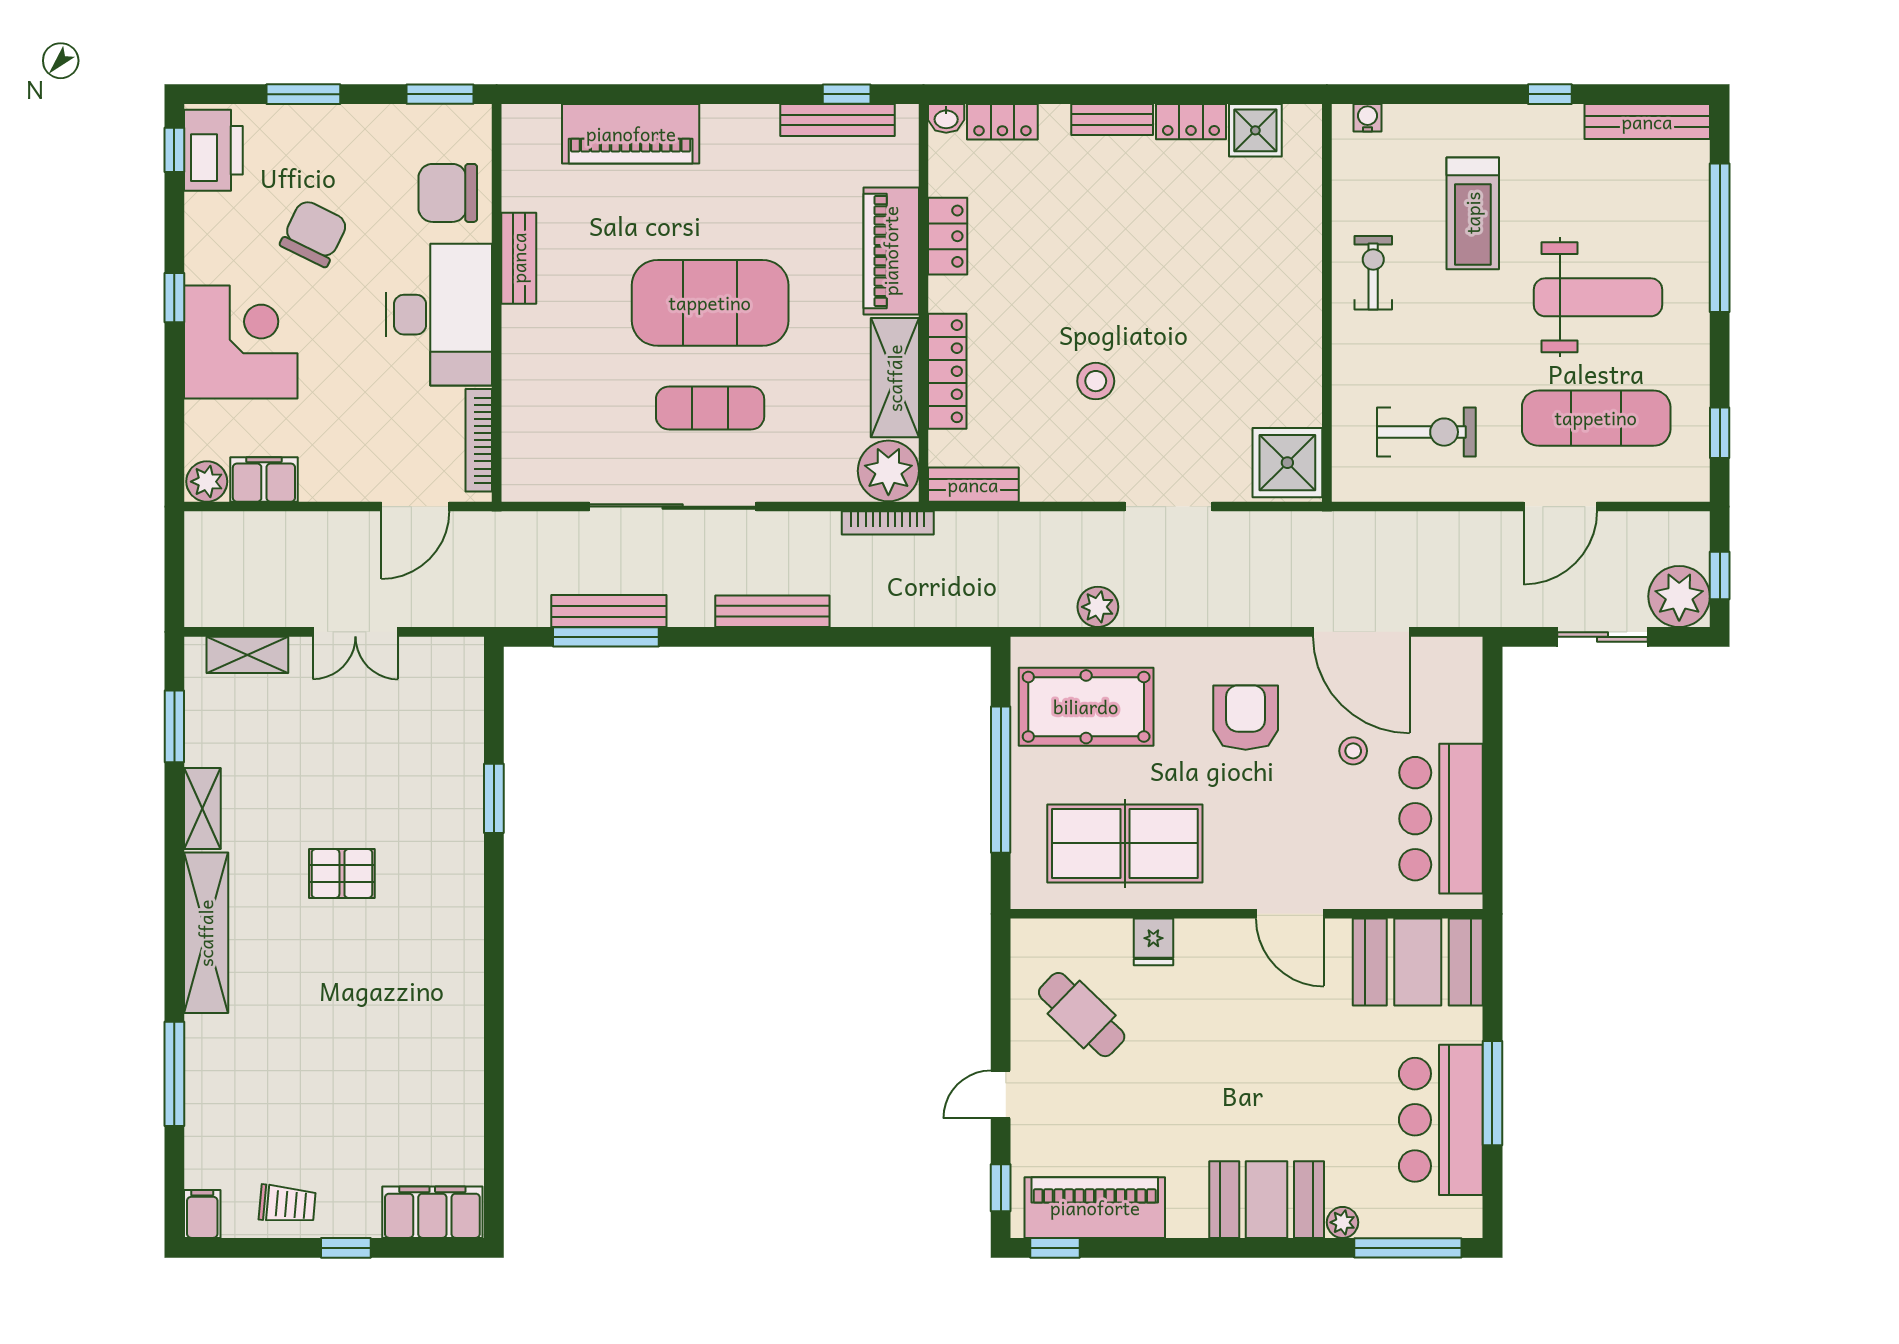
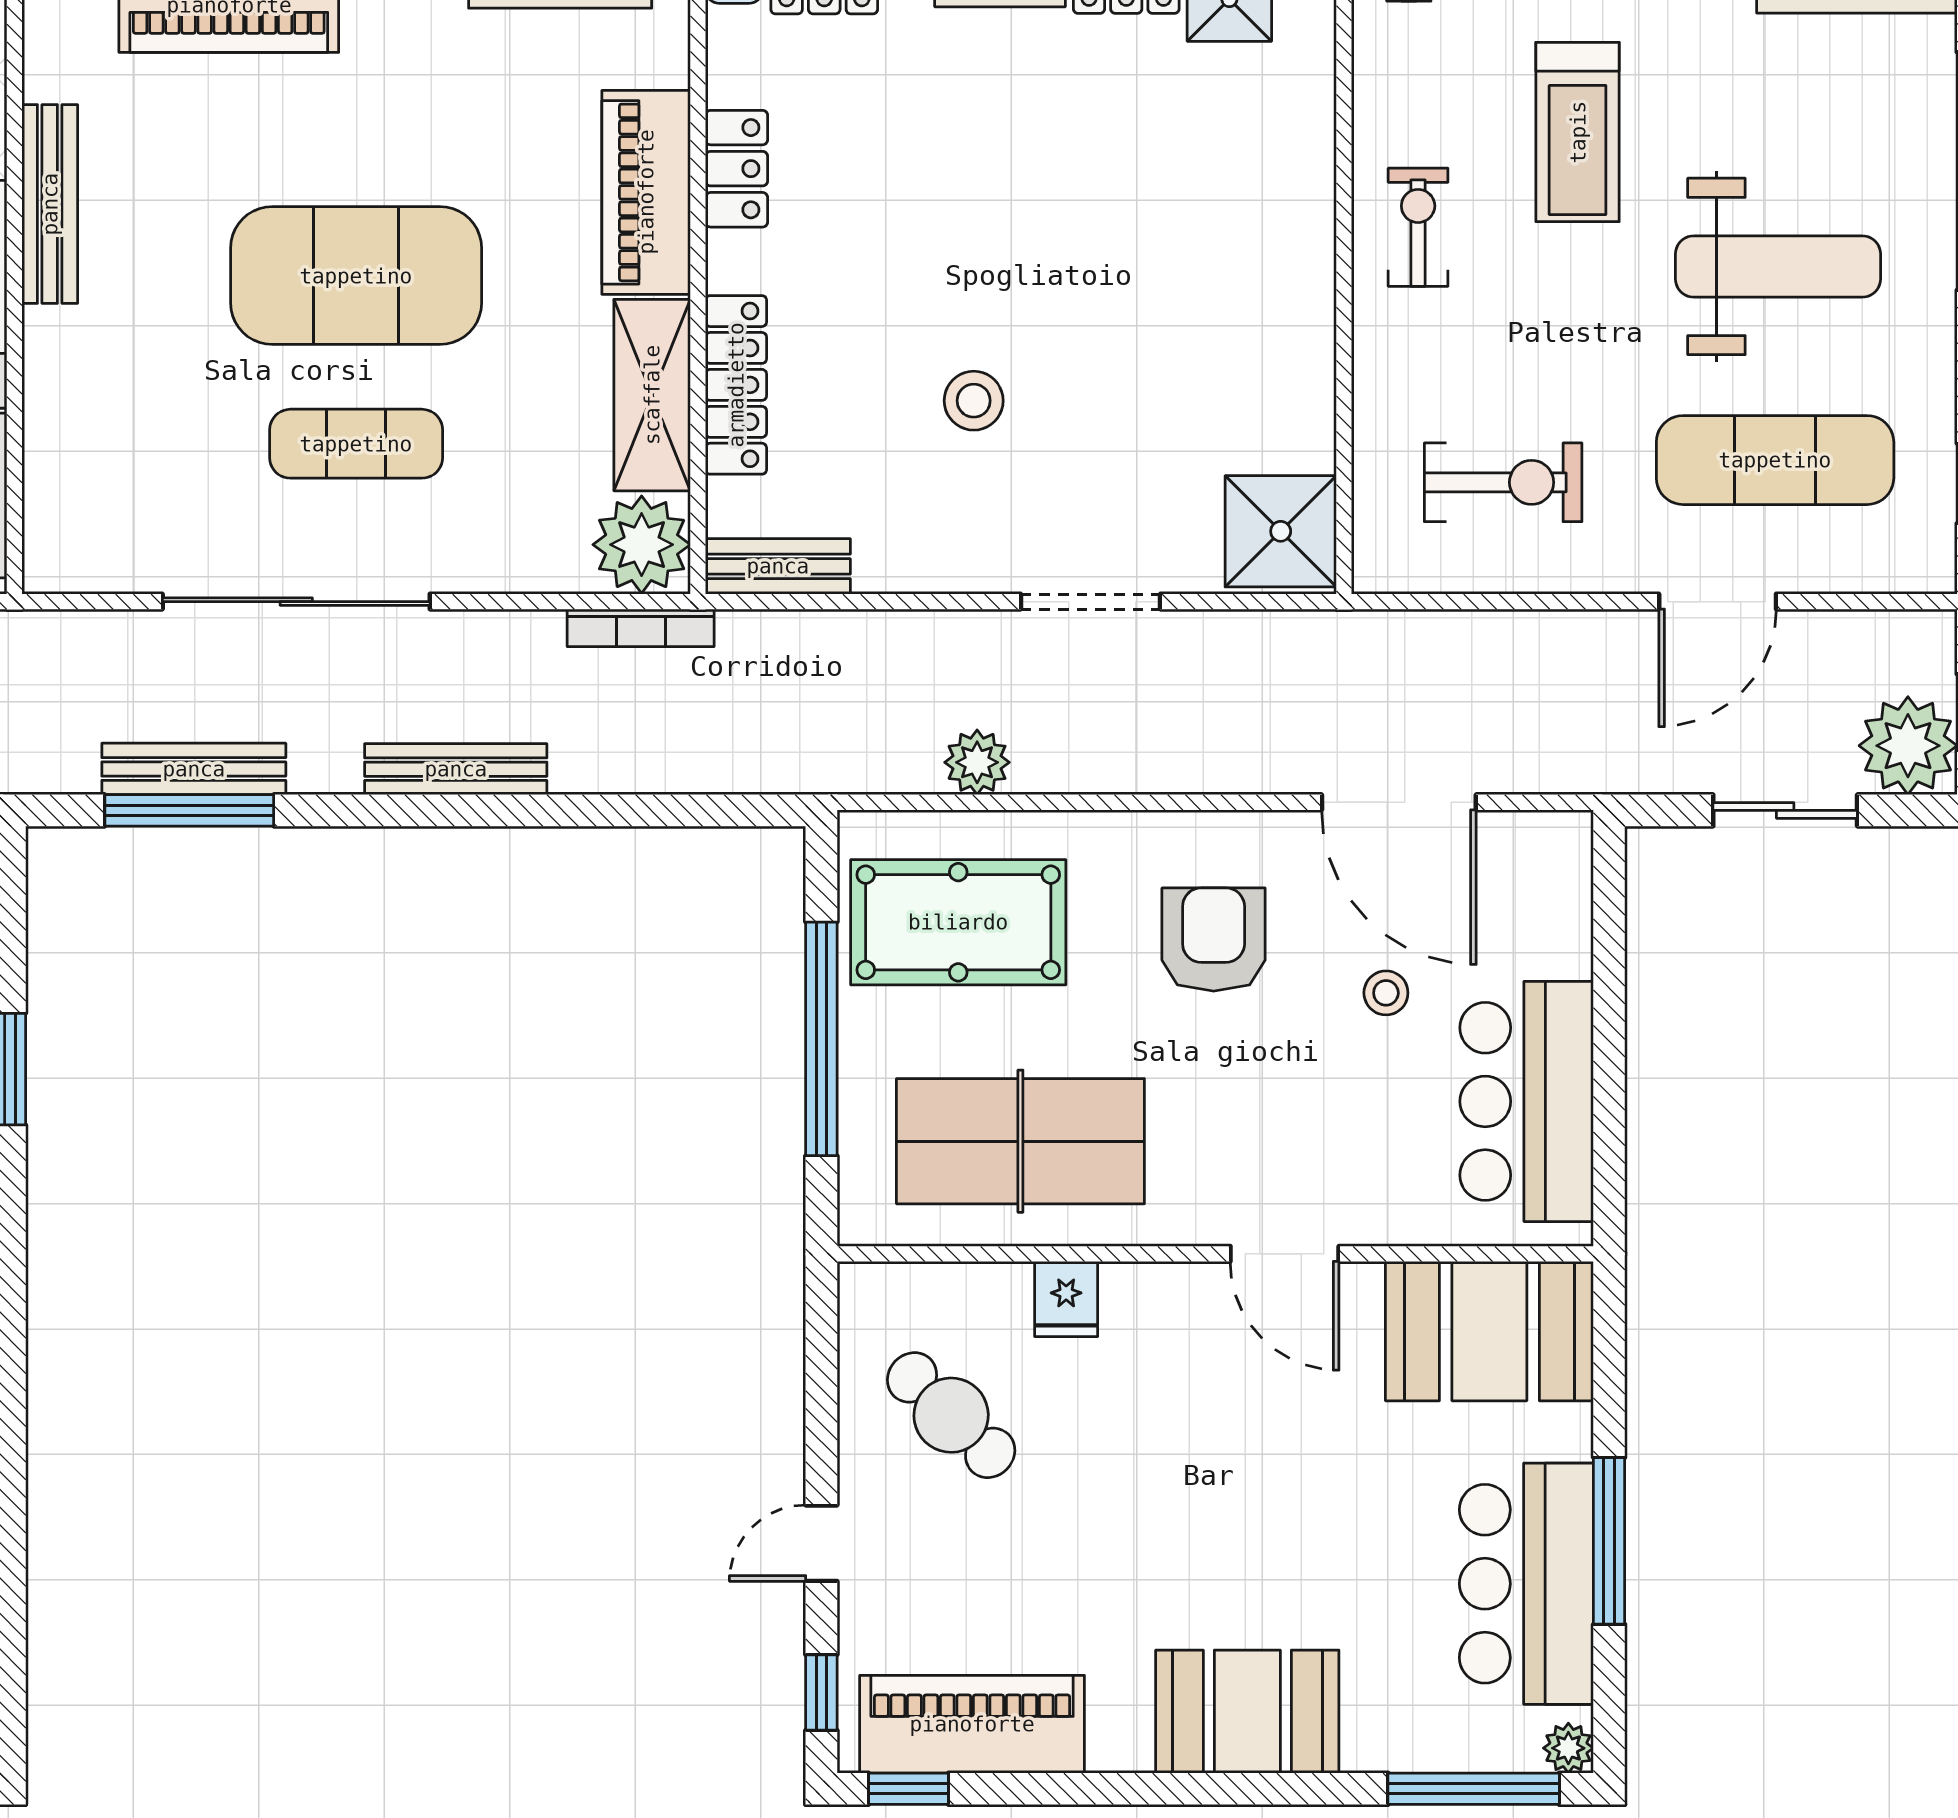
bench: (519, 258) -> (50, 204), width x1.36
plant: (1343, 1222) -> (1568, 1748), moved

